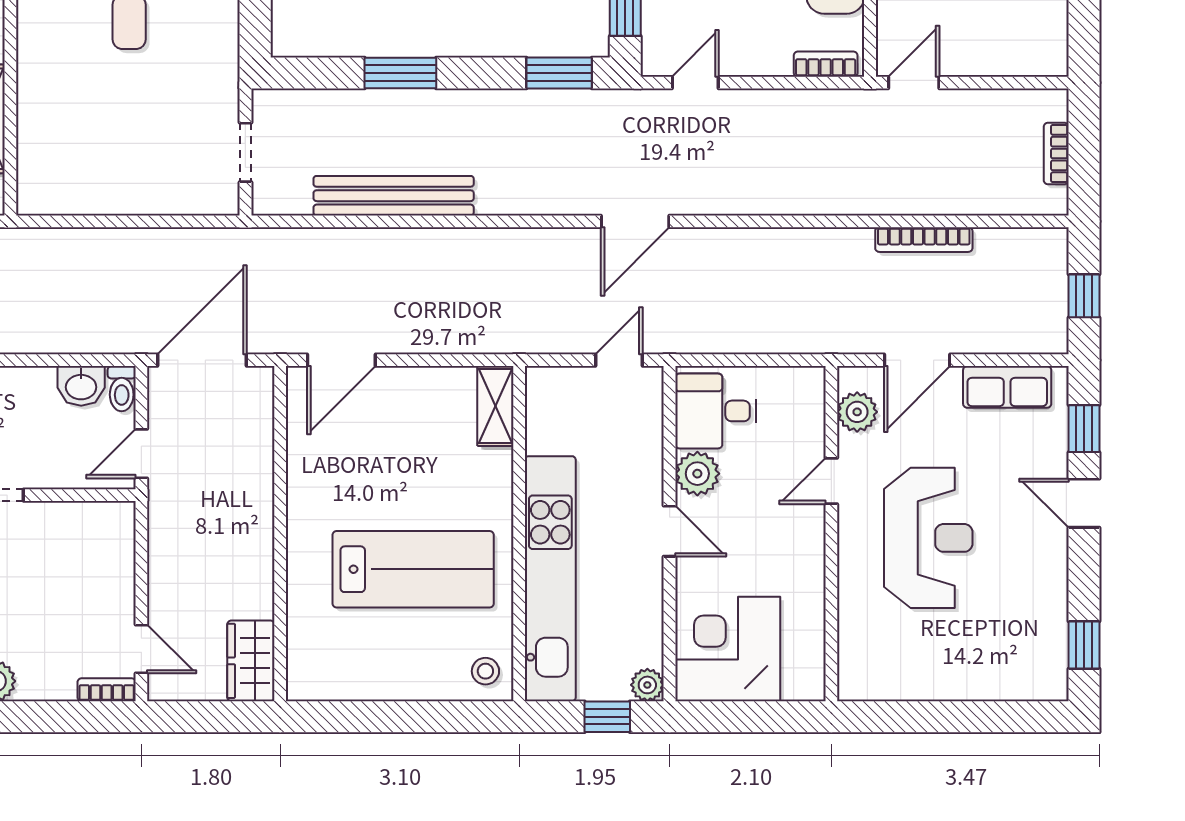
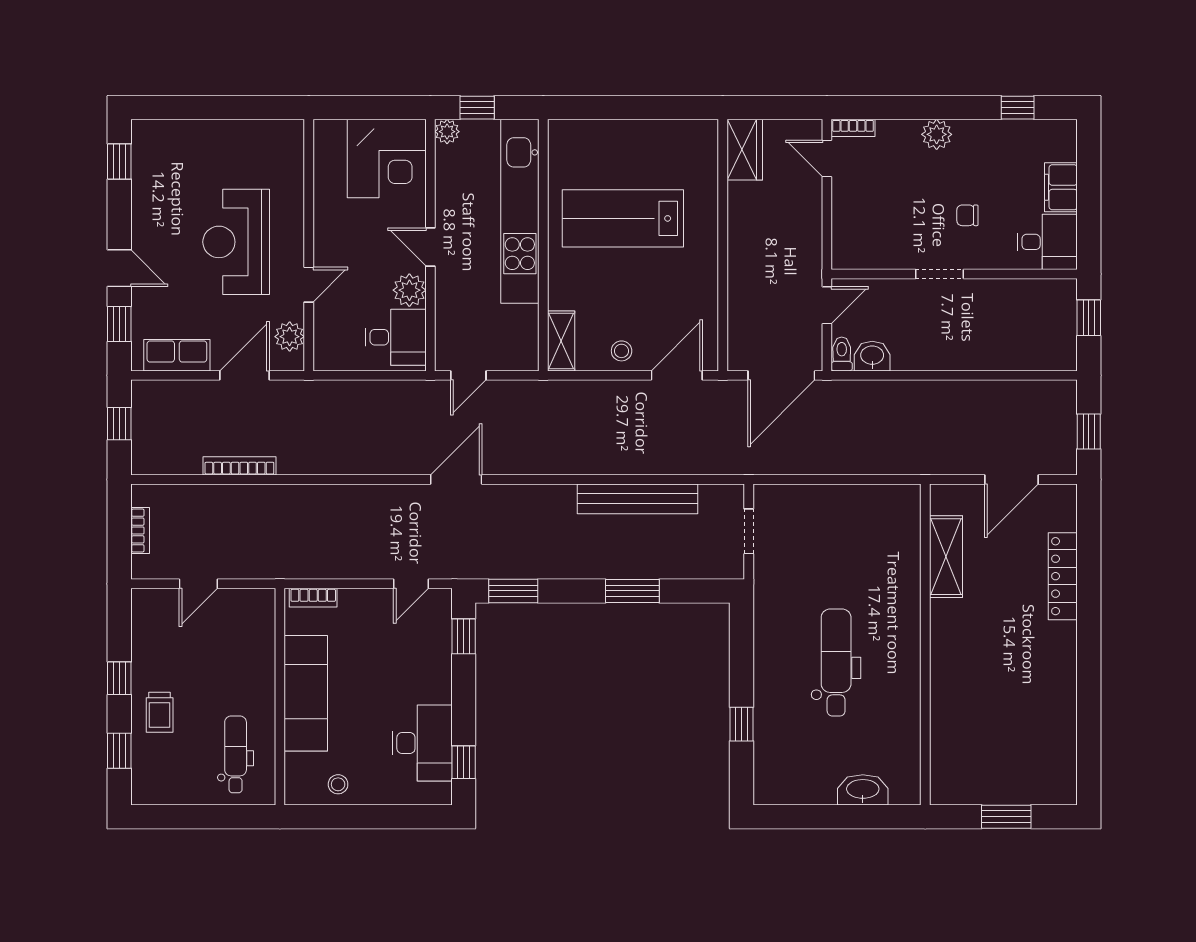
door: (914, 83) -> (198, 584), moved
stool: (485, 671) -> (622, 351), moved

